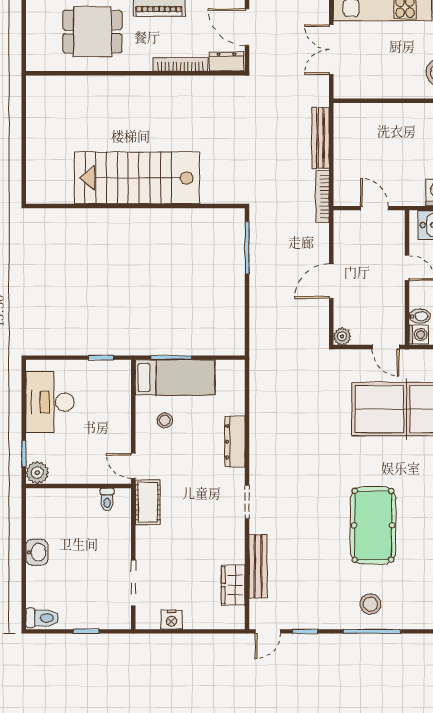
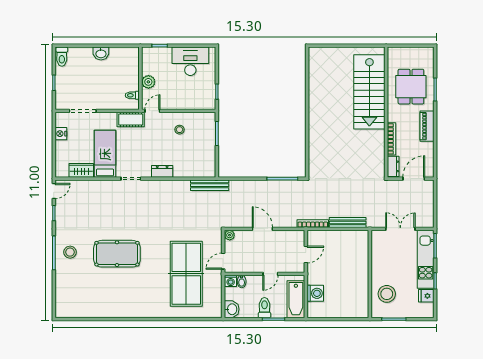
stairs: (137, 178) -> (369, 92), moved, turned 180
bed: (175, 378) -> (105, 154), moved, turned 180
dresser: (235, 442) -> (162, 171), width x0.70
plant: (37, 473) -> (148, 82), moved
bench: (258, 566) -> (210, 185), moved
door: (268, 631) -> (54, 191), swing flipped

